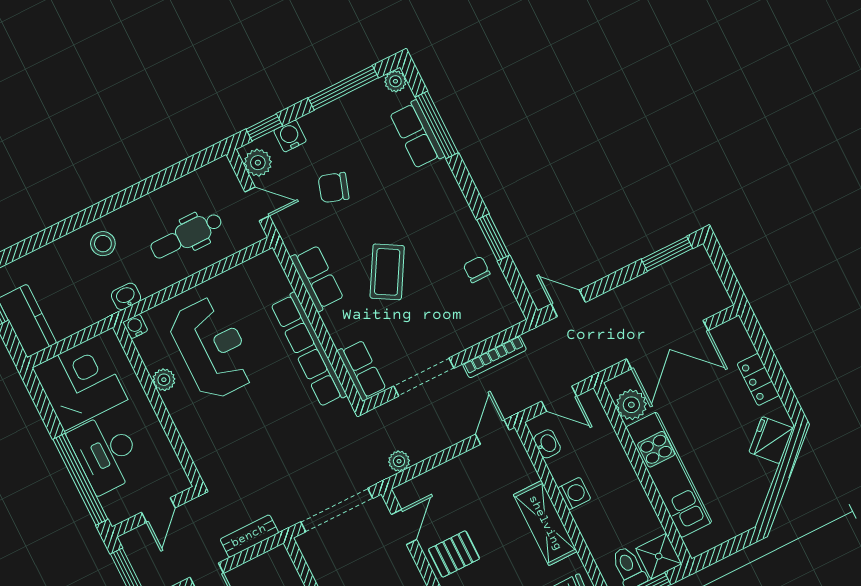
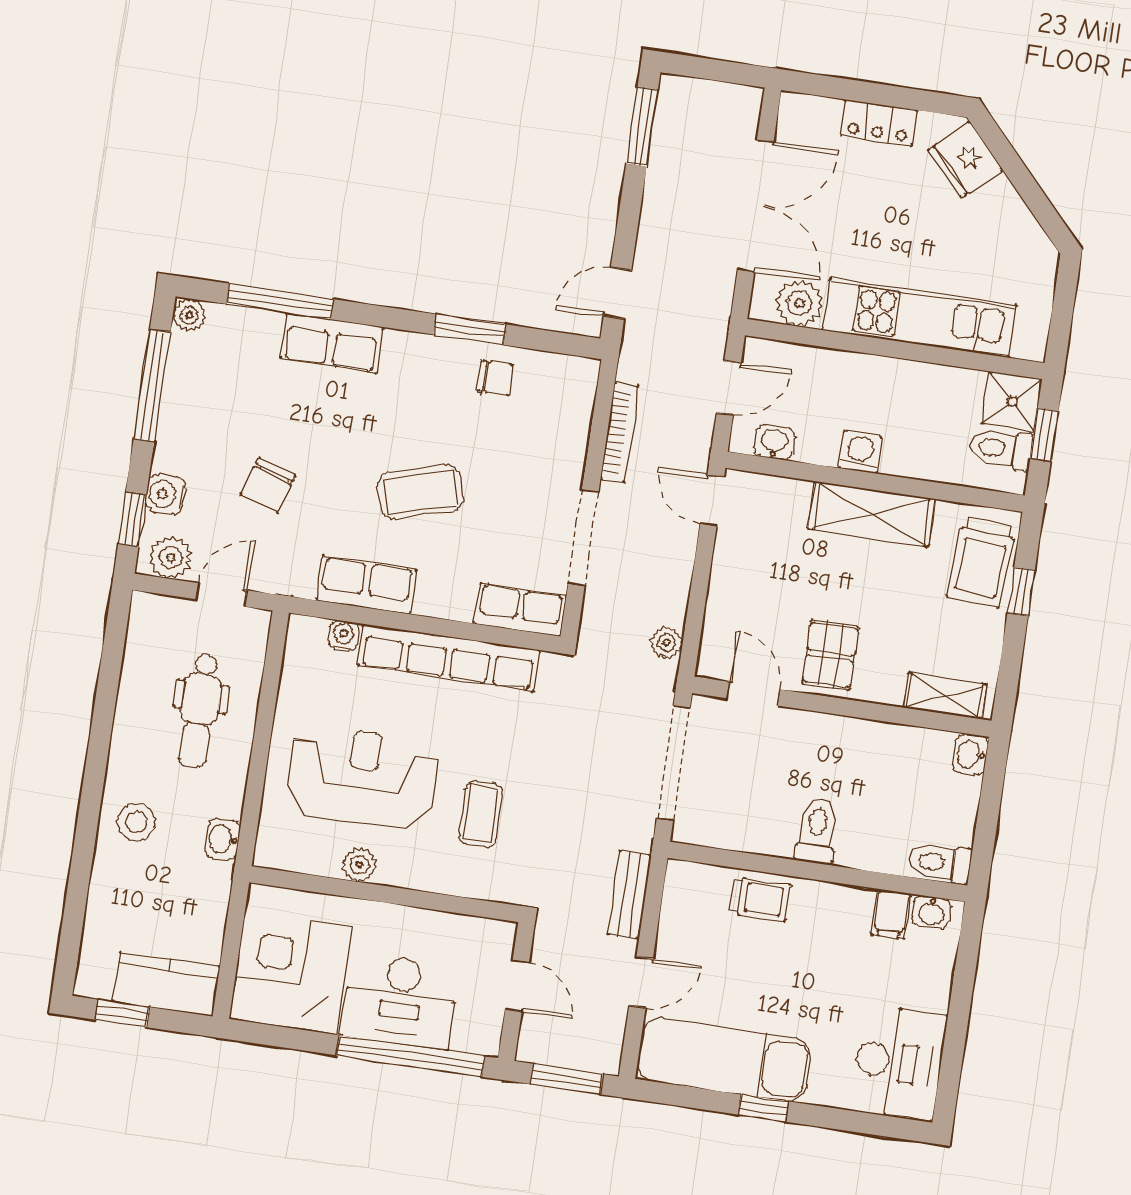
row of seats: (417, 135) -> (331, 343), moved
chair: (477, 269) -> (495, 378), turned 180
coffee table: (387, 272) -> (420, 492), turned -46
water cooler: (135, 326) -> (344, 636), moved, turned 90
coffee table: (237, 426) -> (481, 814), added

